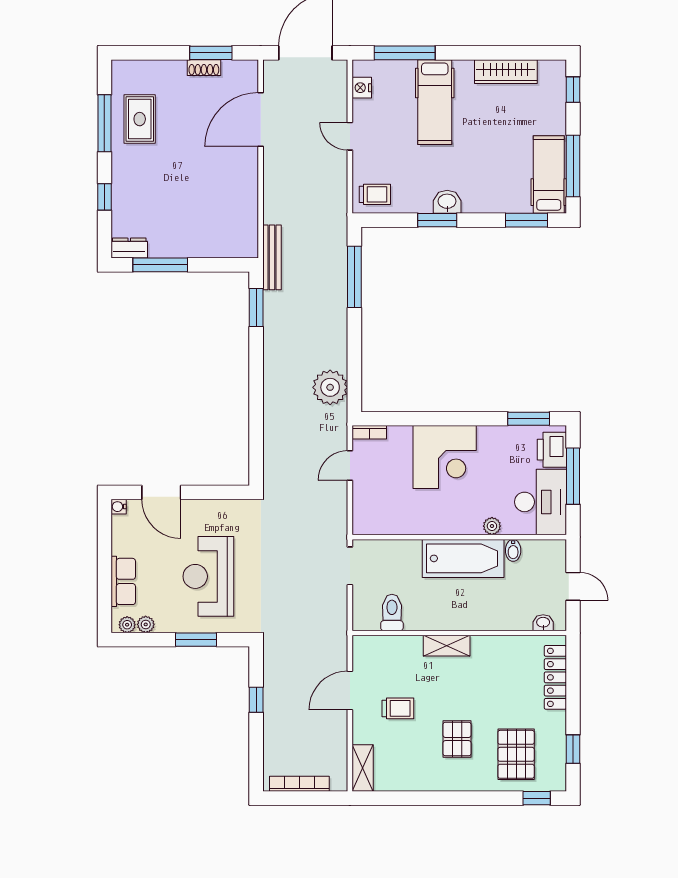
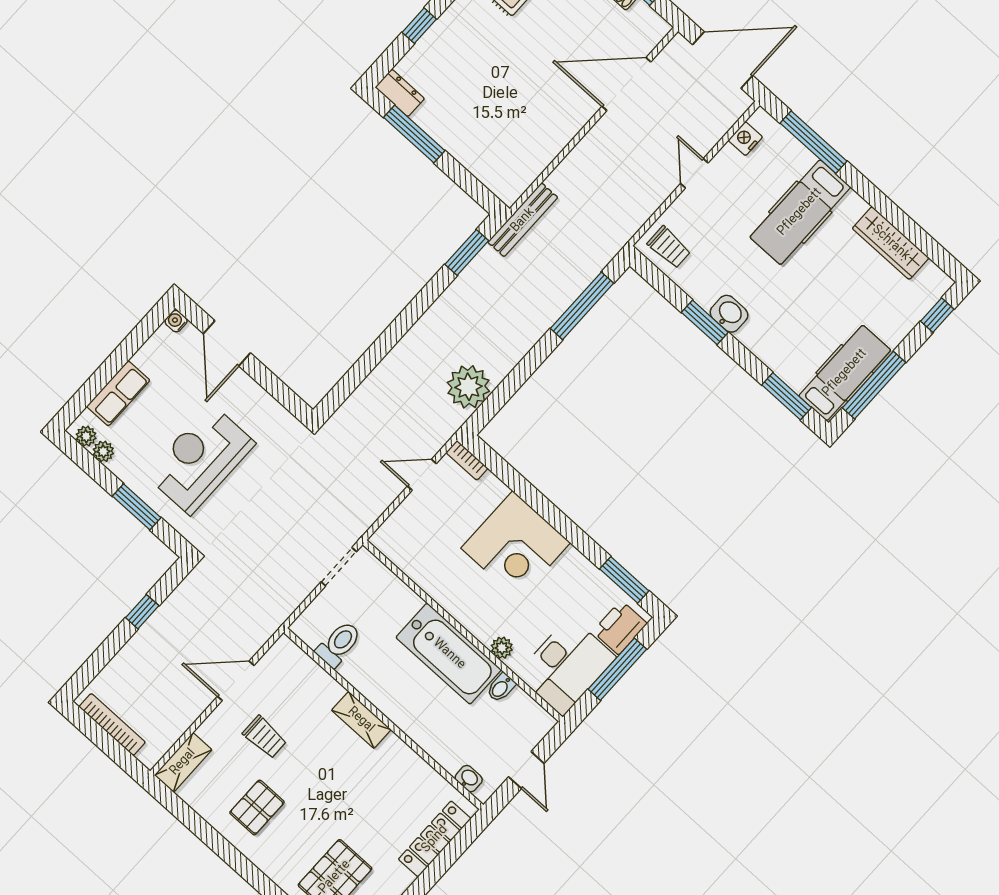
pallet: (457, 739) -> (257, 807), moved

